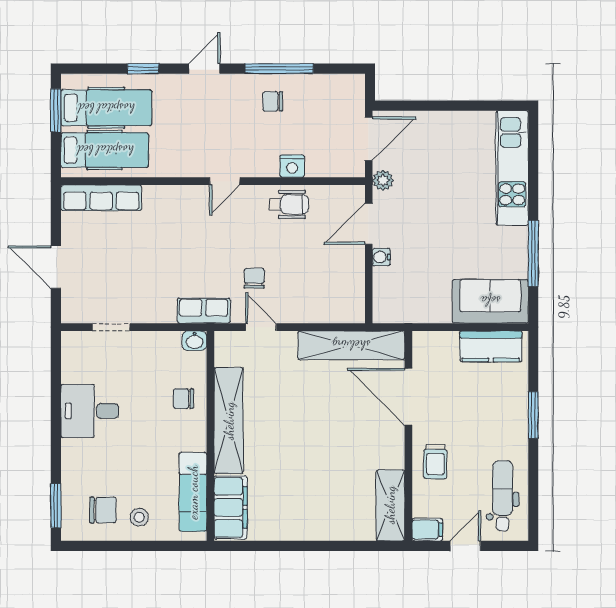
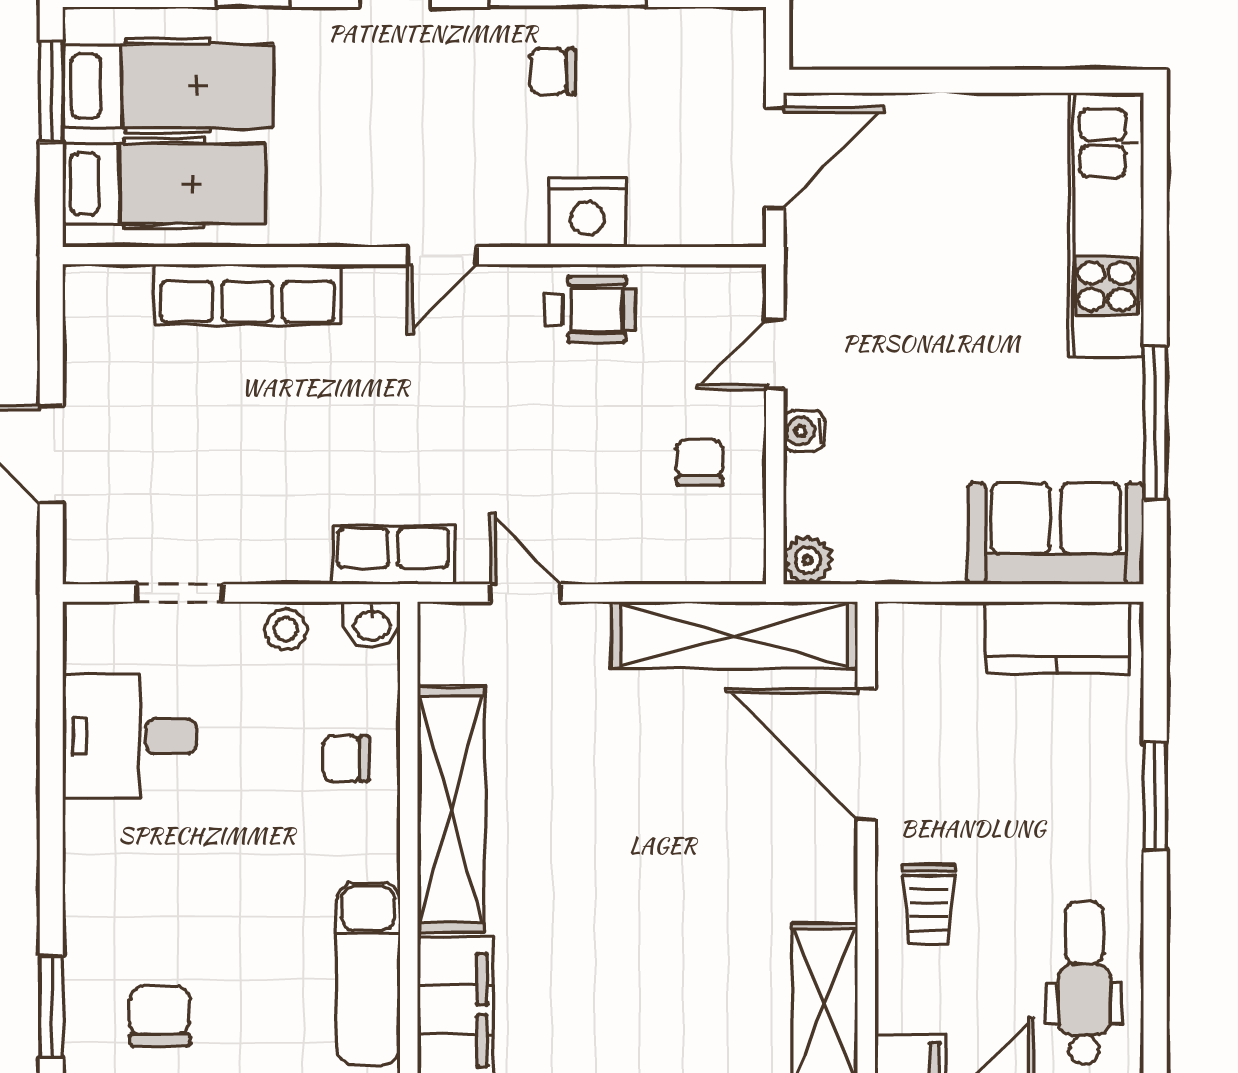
nightstand: (292, 166) -> (587, 213), width x1.36, depth x1.33
plant: (383, 180) -> (808, 560), moved
row of seats: (101, 198) -> (248, 294), moved
door: (369, 224) -> (775, 354), width x0.73
chair: (254, 278) -> (700, 462), moved
desk: (90, 411) -> (130, 736), moved
chair: (103, 510) -> (160, 1016), turned -90
stool: (139, 517) -> (286, 629), moved

